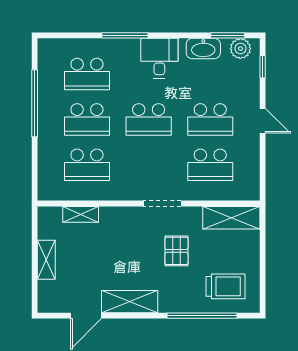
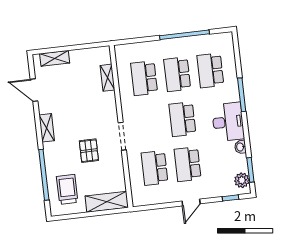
washbasin: (203, 48) -> (240, 147), width x0.52, depth x0.69
desk: (159, 58) -> (228, 122), width x1.37
shelving: (231, 218) -> (107, 202), moved, turned 90
pallet: (176, 251) -> (89, 151), turned 90
shelving: (46, 260) -> (55, 58), moved
trolley: (225, 286) -> (67, 189), turned 180
shelving: (130, 302) -> (47, 128), width x0.67, depth x0.75

